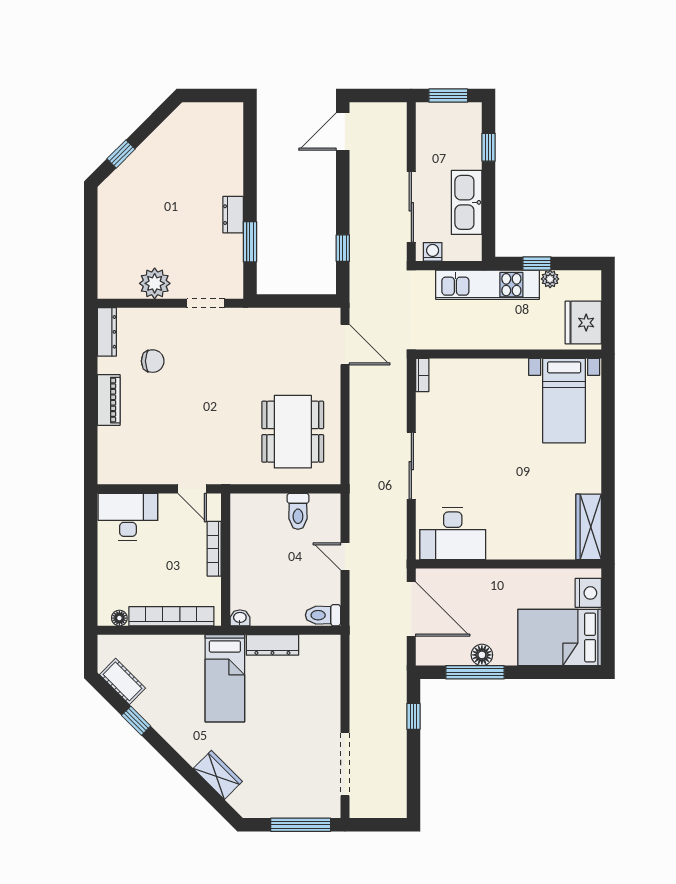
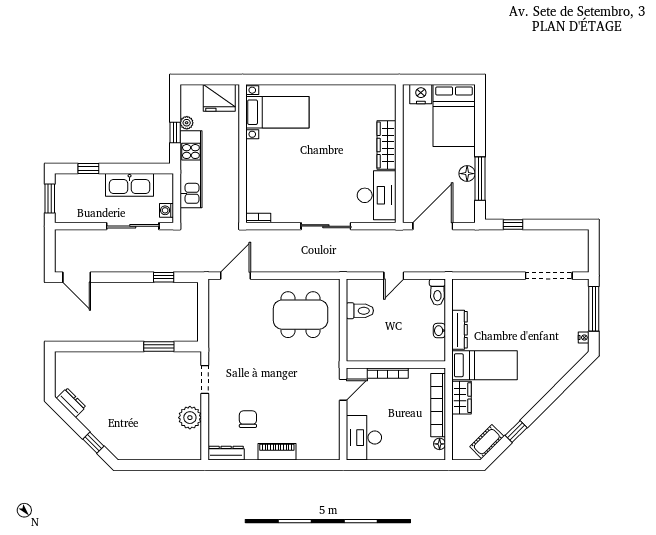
dresser: (233, 215) -> (71, 403), moved, turned -135
wardrobe: (589, 527) -> (386, 145), moved, turned 90
washbasin: (240, 618) -> (439, 331), moved
wardrobe: (218, 775) -> (462, 398), moved, turned 135
nightstand: (262, 811) -> (584, 338), added

